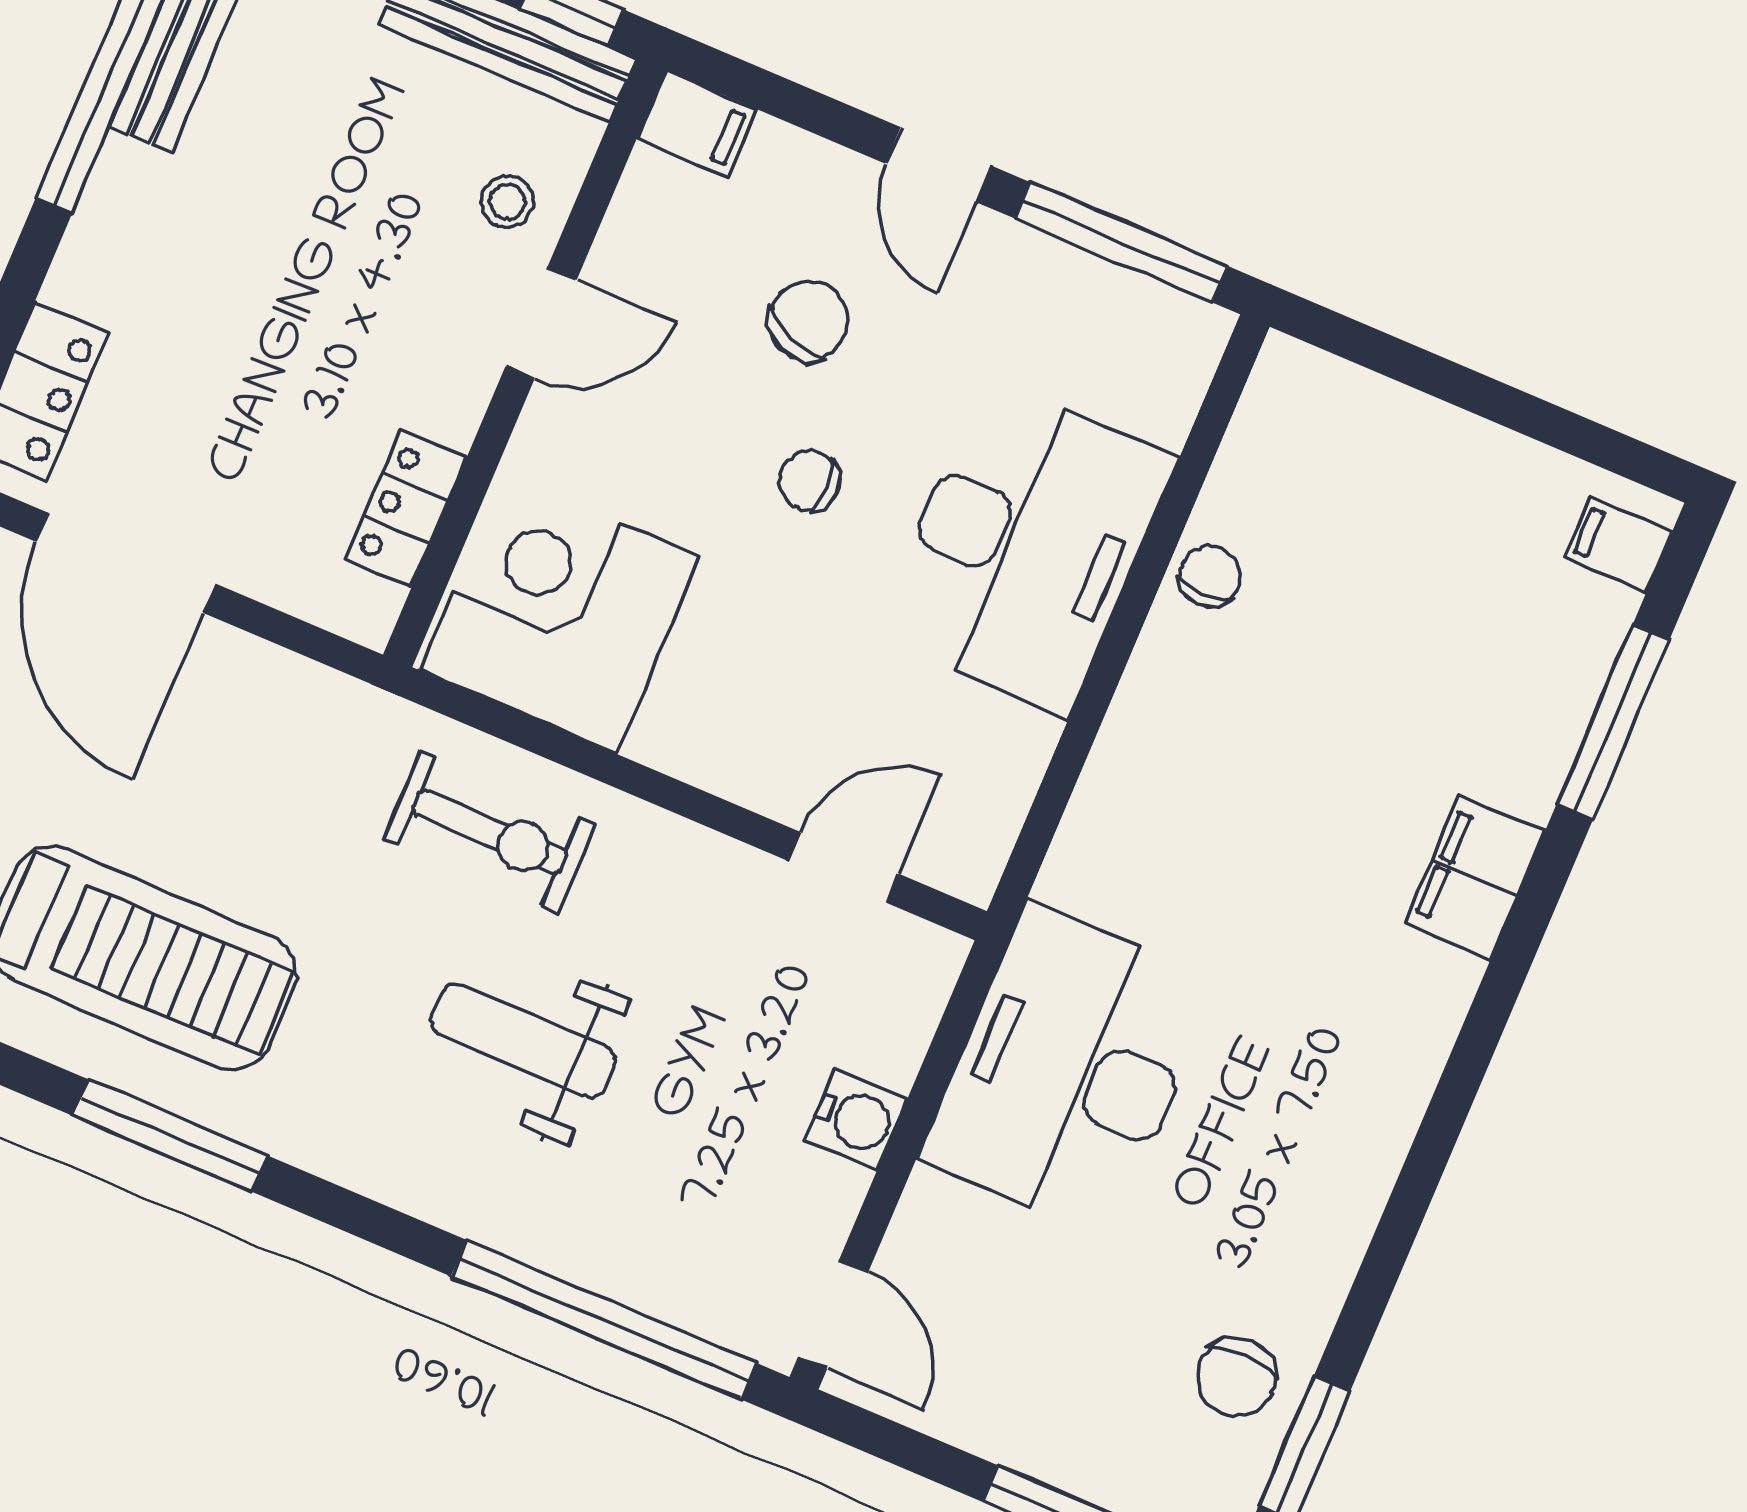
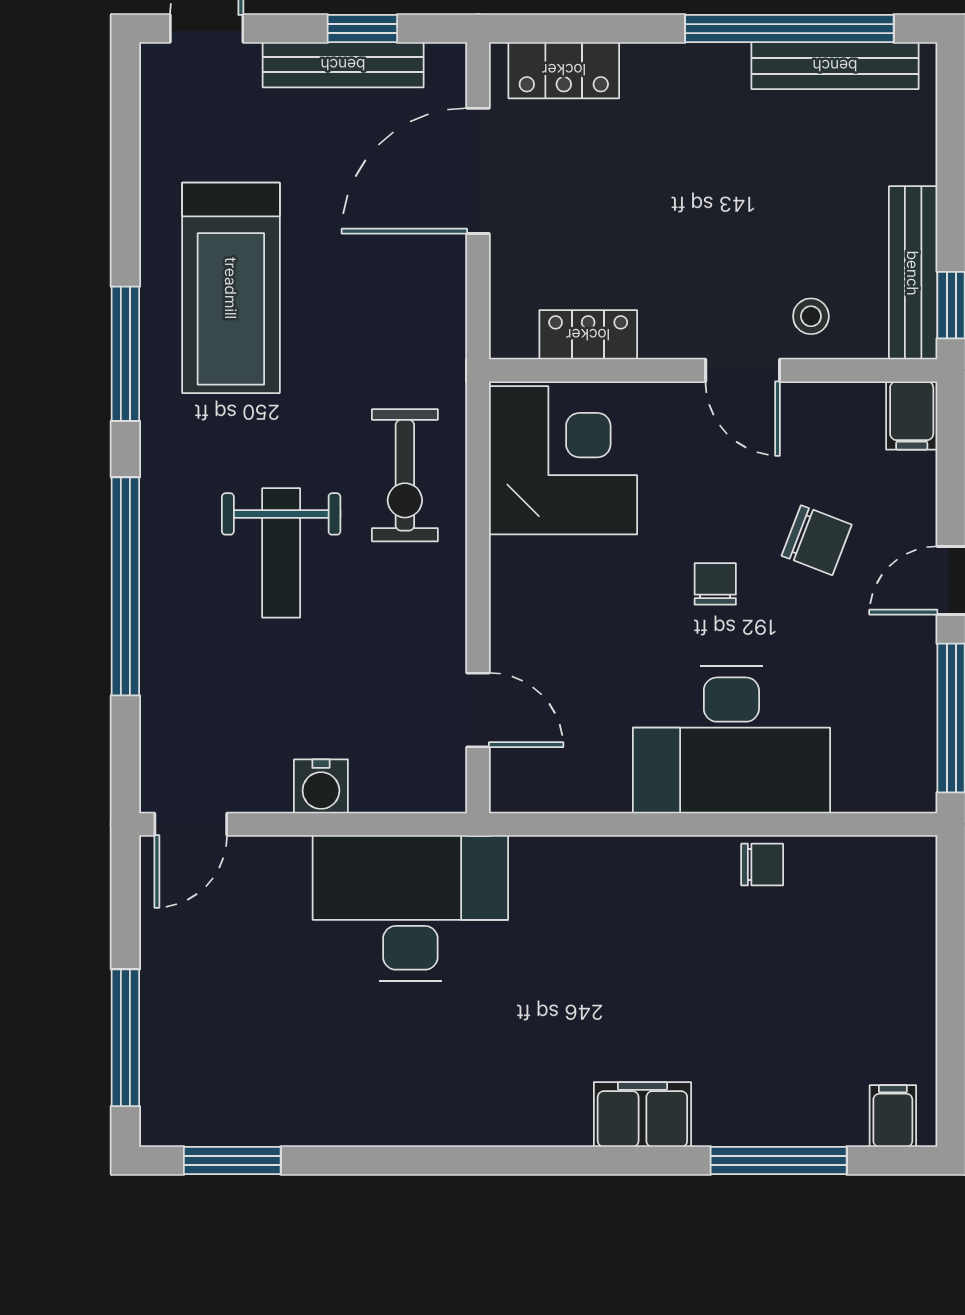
weight bench: (523, 1041) -> (281, 553), turned 180
window: (604, 1320) -> (125, 586), moved
chair: (1236, 1377) -> (260, 1098), removed

